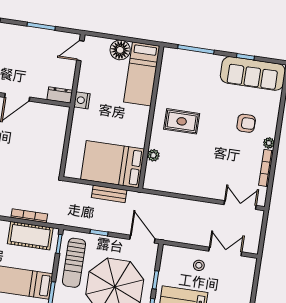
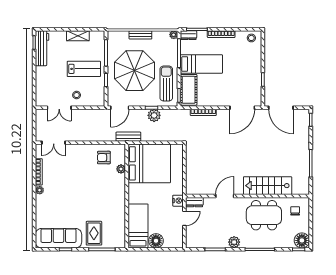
plant: (14, 32) -> (234, 242), added
door: (80, 51) -> (184, 218), moved
rug: (182, 121) -> (94, 233), moved, turned 90
armchair: (246, 123) -> (104, 158), moved
bed: (113, 164) -> (149, 163), width x1.36
bench: (109, 194) -> (128, 137), moved
plant: (97, 222) -> (154, 115), added
cot: (30, 236) -> (189, 90), moved, turned 90
door: (142, 239) -> (120, 108), hinge flipped

